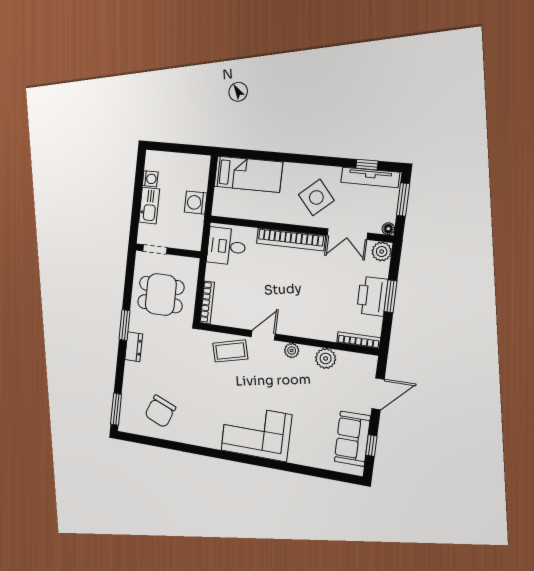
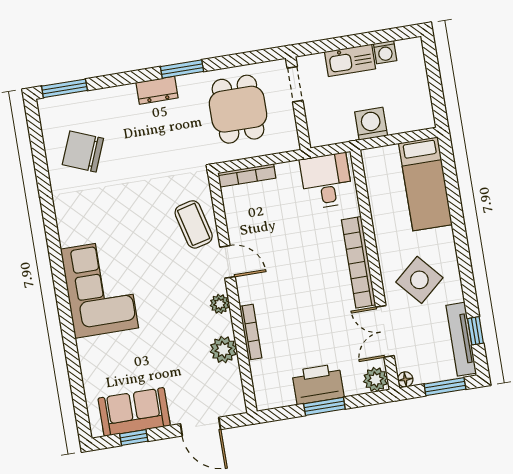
bookcase: (359, 340) -> (251, 332), moved

